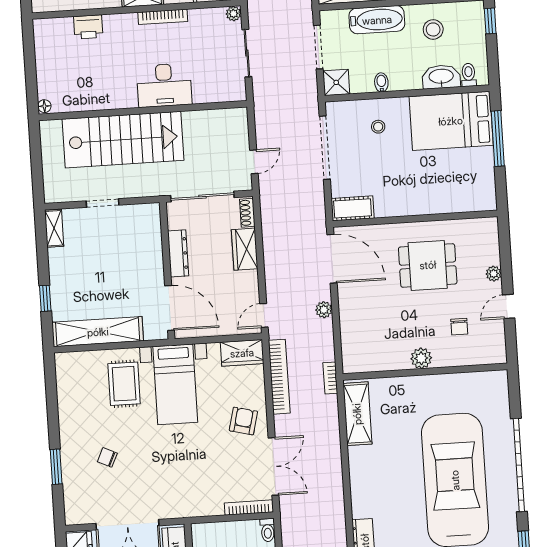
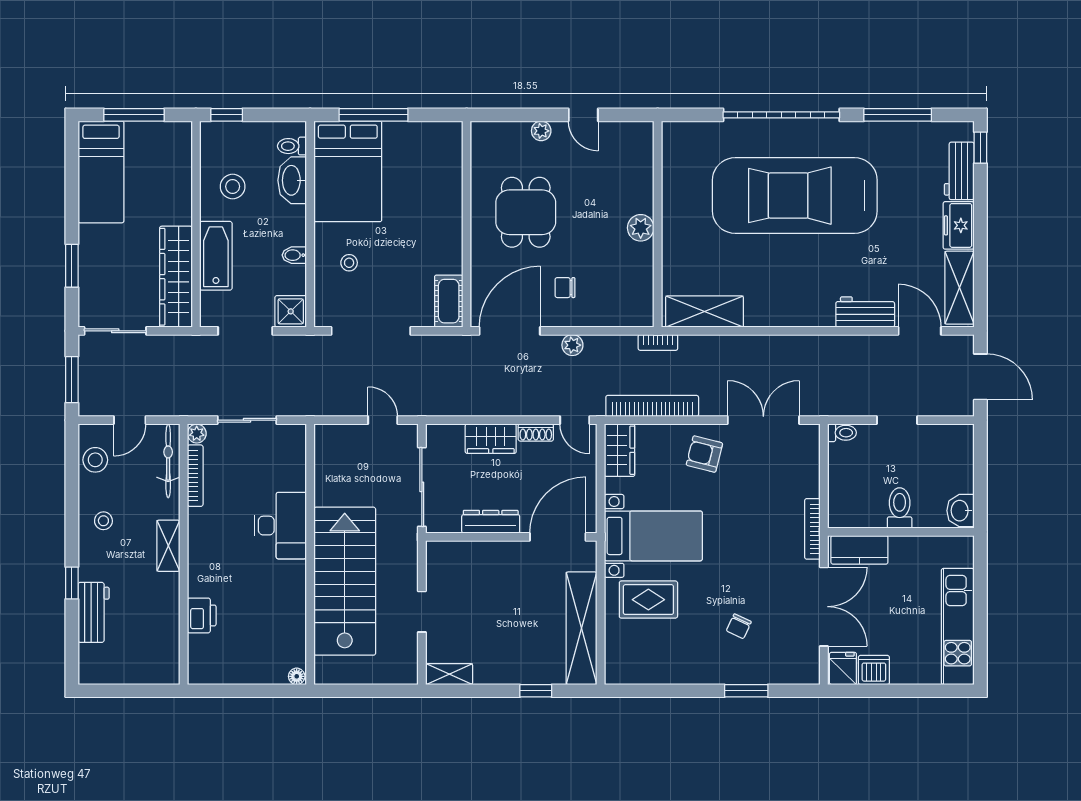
bookcase: (163, 17) -> (195, 476), moved
shoe rack: (247, 213) -> (536, 432), moved
chair: (459, 327) -> (565, 288), moved, turned 180
bookcase: (249, 508) -> (812, 529), moved

